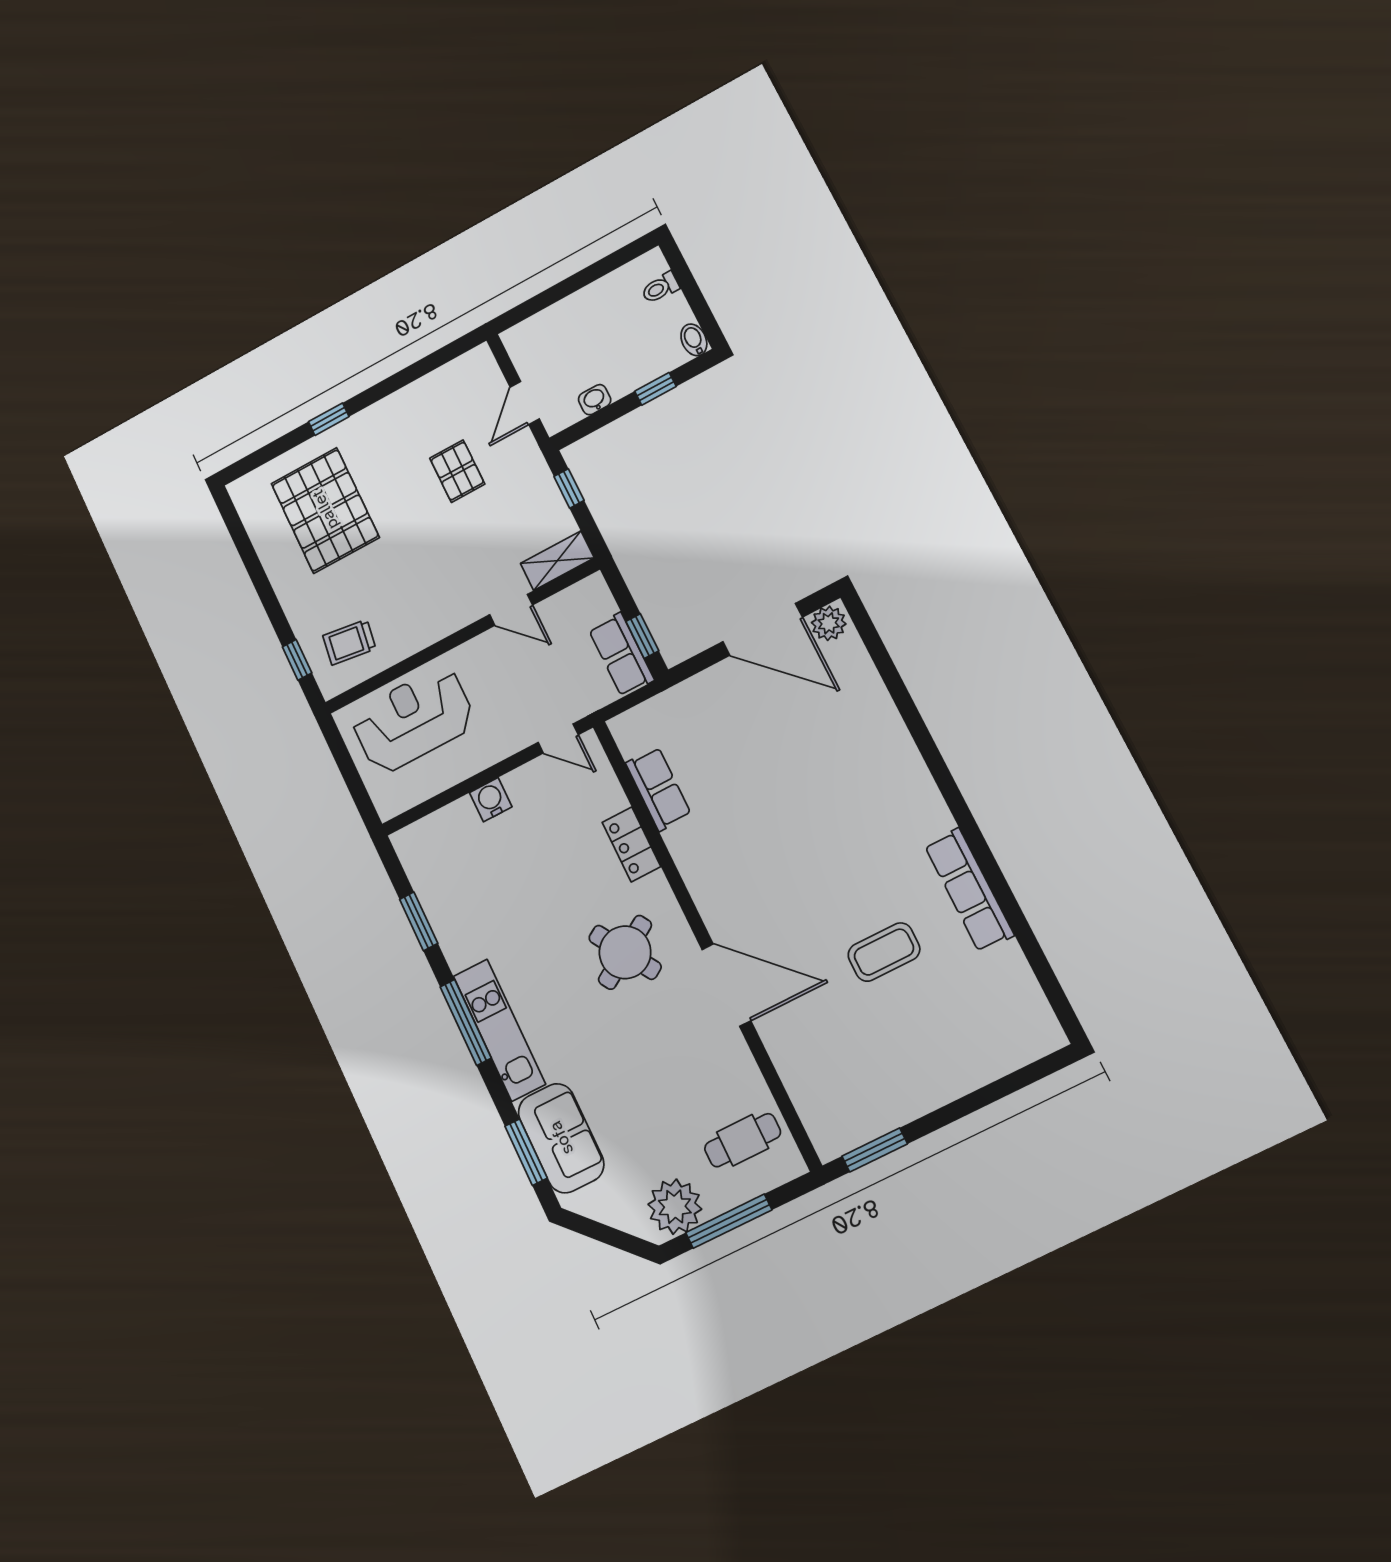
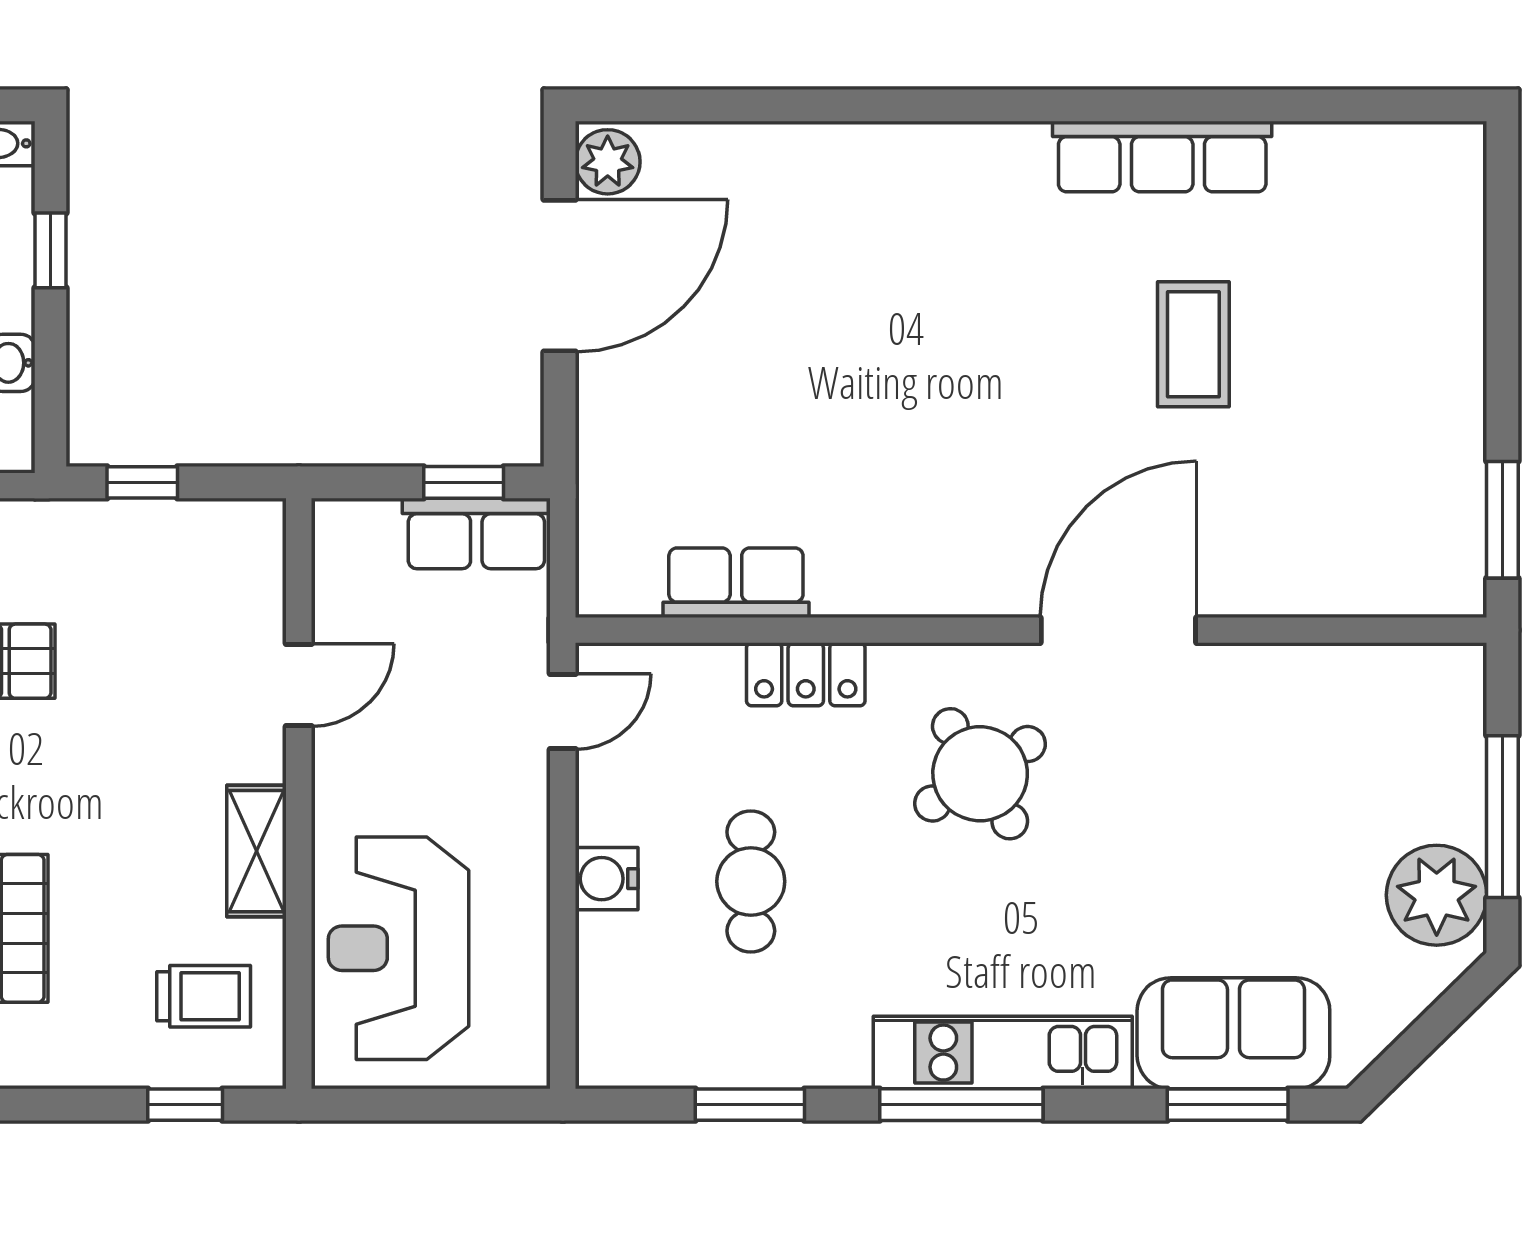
shelving: (557, 561) -> (257, 851), moved
trolley: (349, 642) -> (204, 996), turned -98
cafe table: (743, 1140) -> (751, 881), moved

